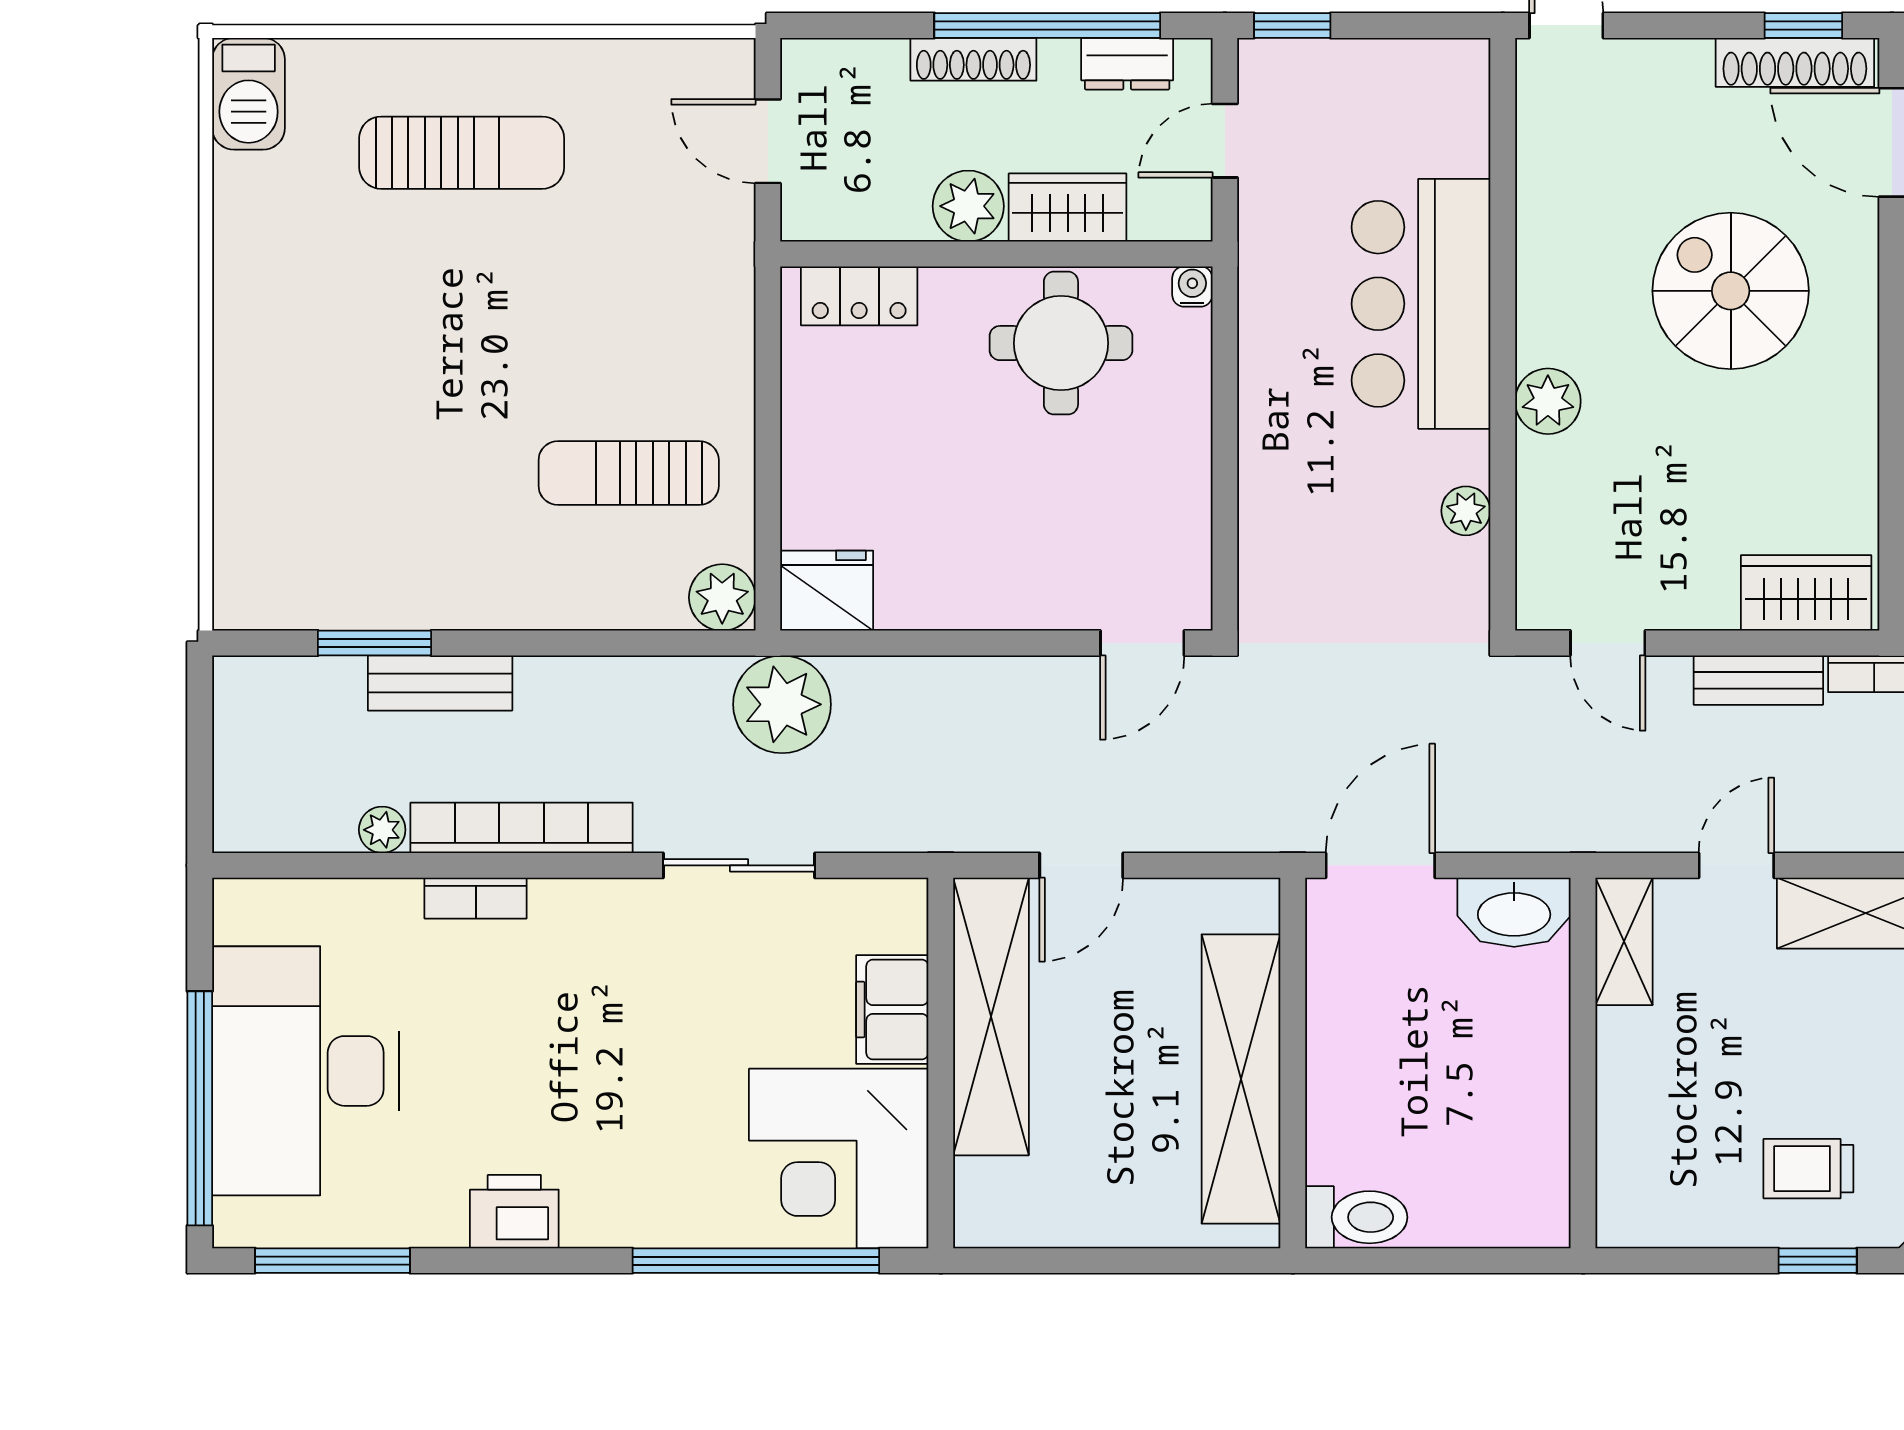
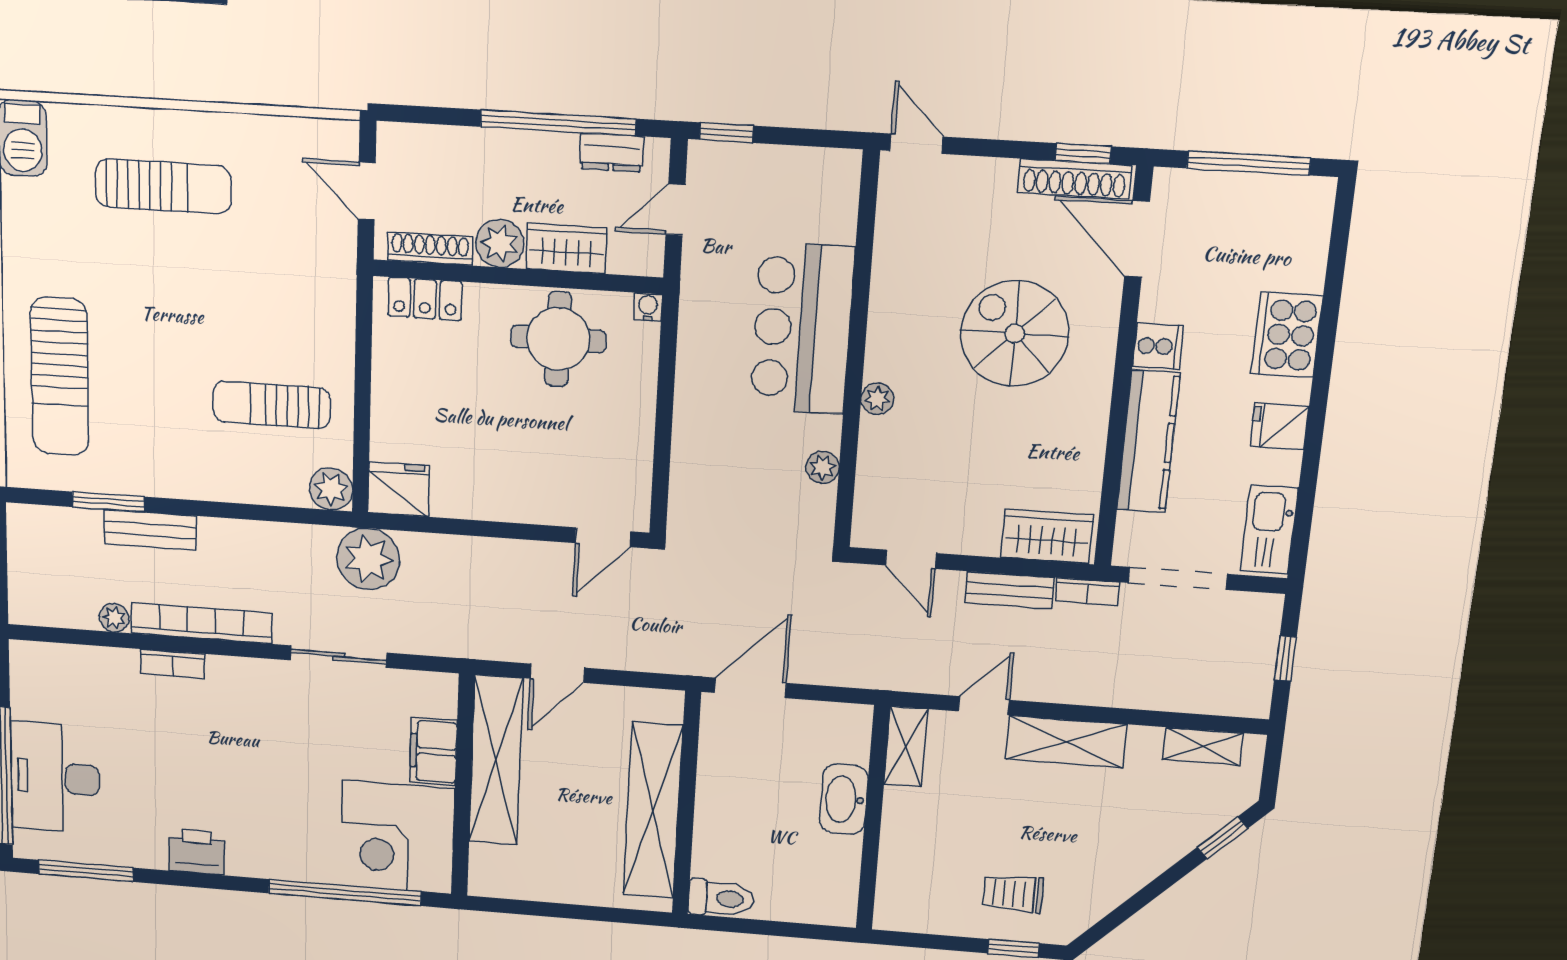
shoe rack: (973, 59) -> (430, 248), moved, turned 180
plant: (1548, 401) -> (877, 399), width x0.73, depth x0.73
sun lounger: (300, 451) -> (60, 377), added
washbasin: (1514, 912) -> (844, 799), moved, turned 90
desk: (305, 1071) -> (55, 777), width x0.73, depth x0.77

